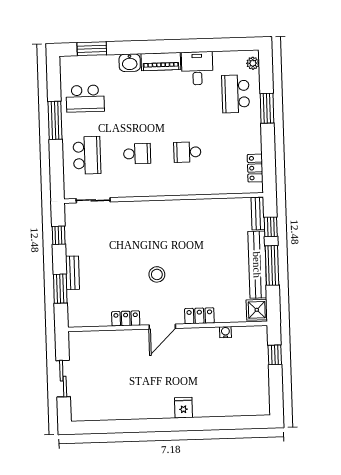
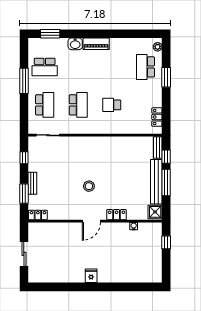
desk: (197, 68) -> (120, 49), removed
school desk: (137, 154) -> (78, 105), width x1.85
locker: (126, 318) -> (38, 215), moved
fridge: (184, 408) -> (91, 276), moved

